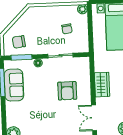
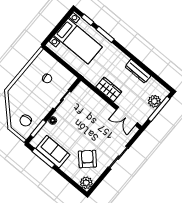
plant: (82, 9) -> (43, 55), removed
armchair: (67, 91) -> (87, 159), moved, turned -133

